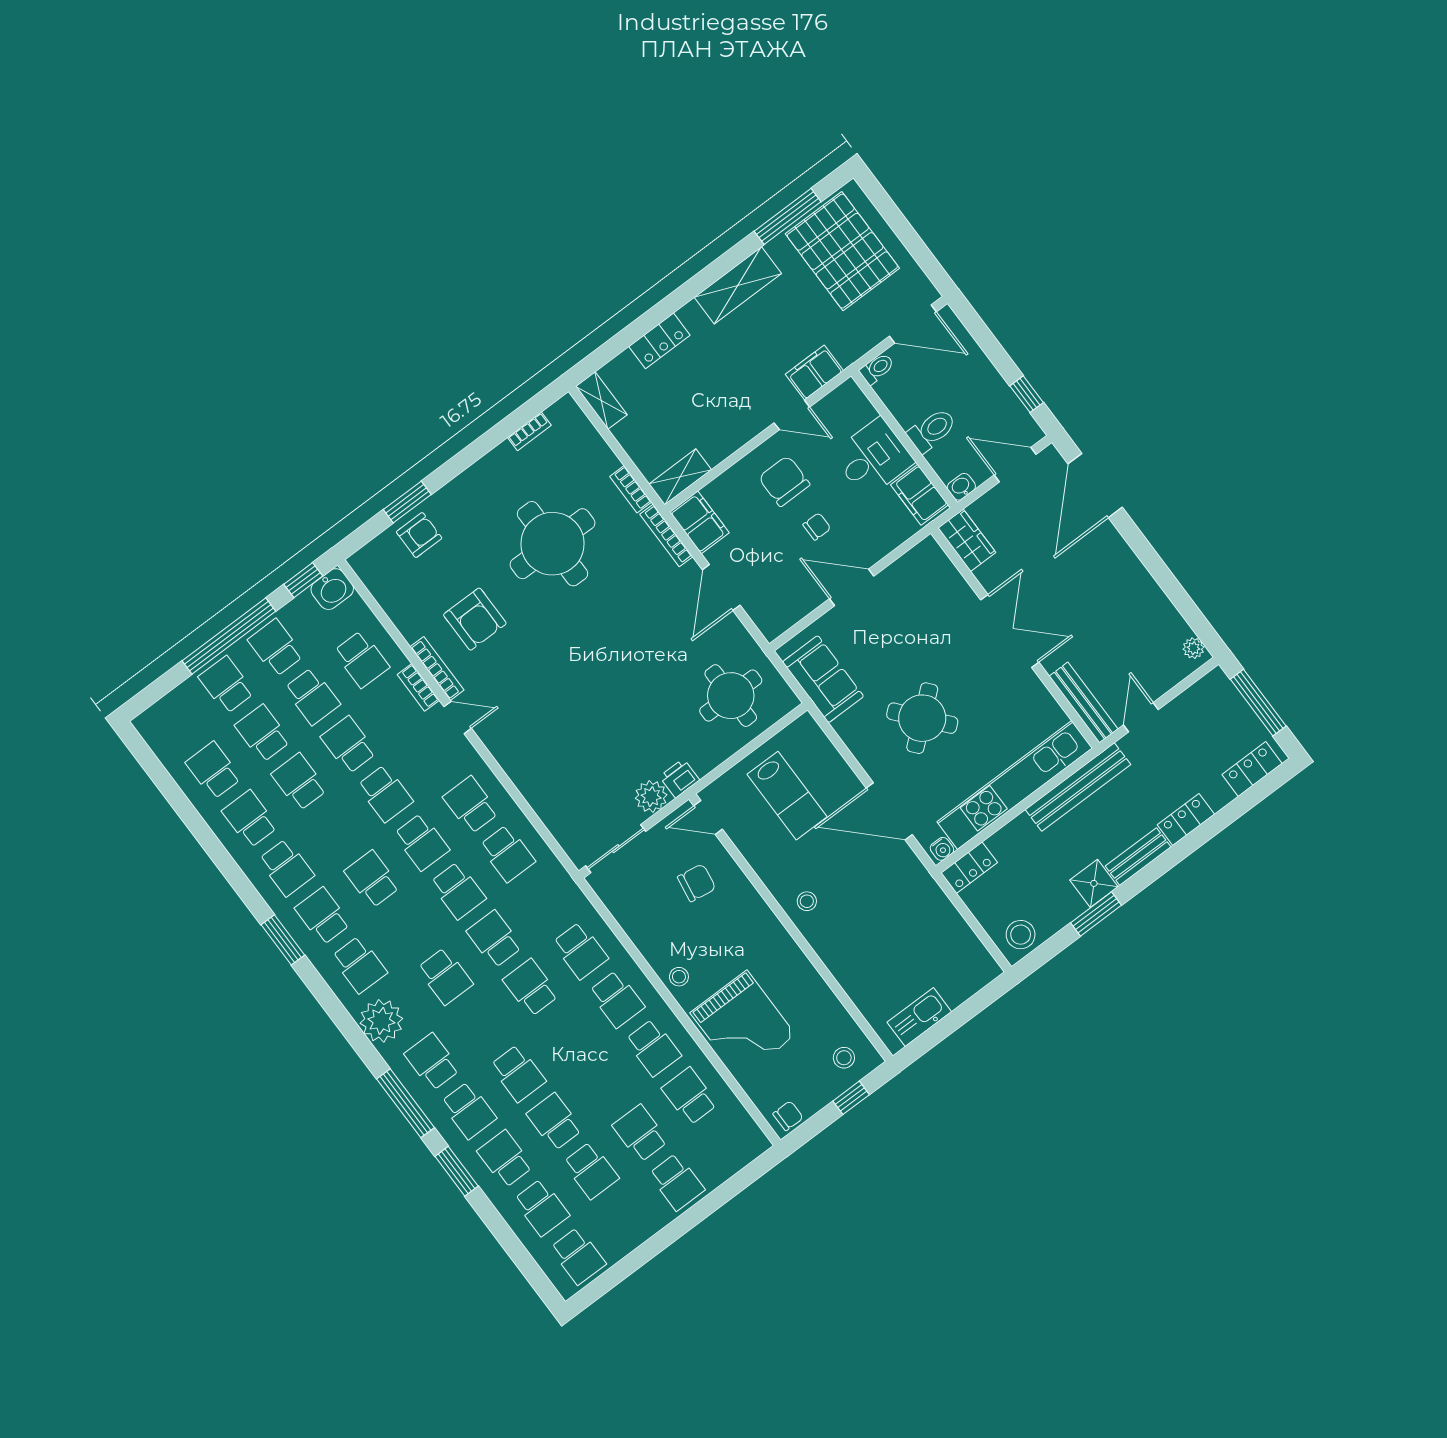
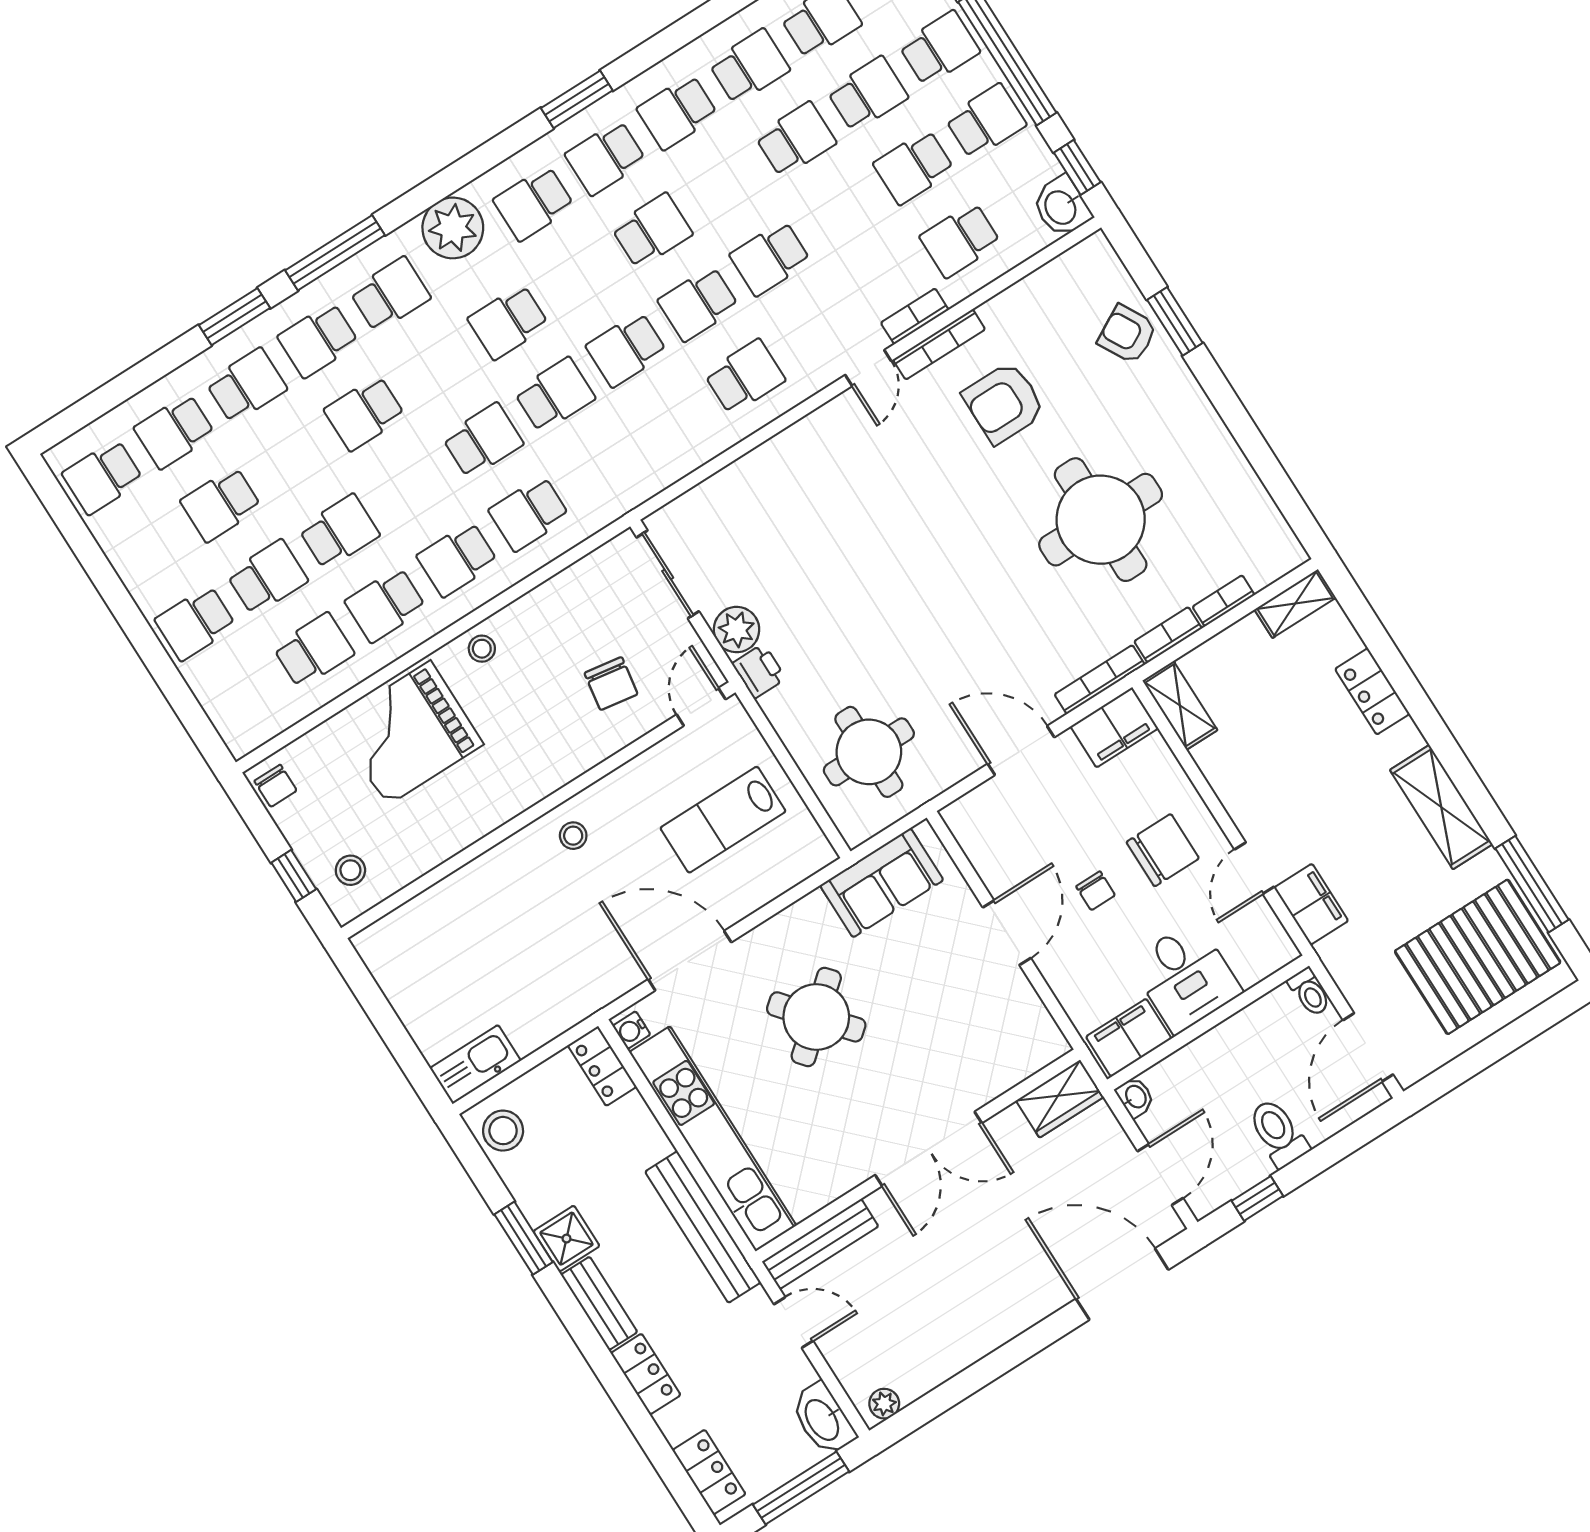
toilet: (932, 430) -> (1278, 1133), moved, turned 180
bookcase: (529, 431) -> (1224, 601), moved, turned 90
armchair: (419, 535) -> (1127, 334), turned 151
washbasin: (1208, 691) -> (823, 1419), added
school desk: (349, 745) -> (842, 213), removed
door: (889, 811) -> (690, 961), hinge flipped
school desk: (507, 853) -> (673, 422), removed
school desk: (323, 916) -> (606, 158), turned 180
kitchen sink: (919, 1017) -> (475, 1064), moved, turned -90
school desk: (554, 1122) -> (339, 532), moved

